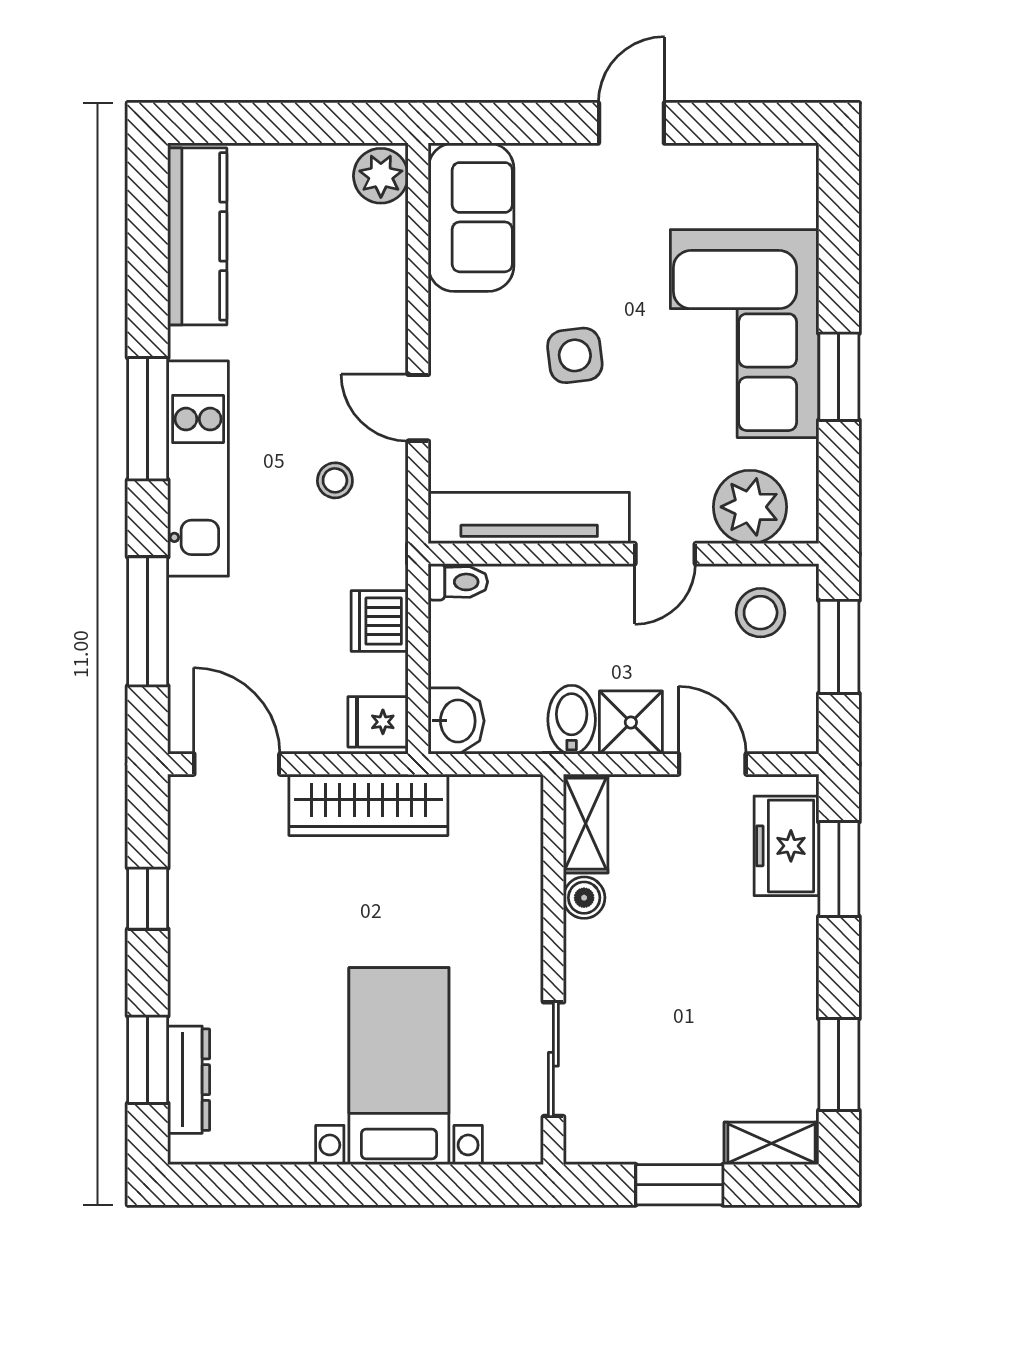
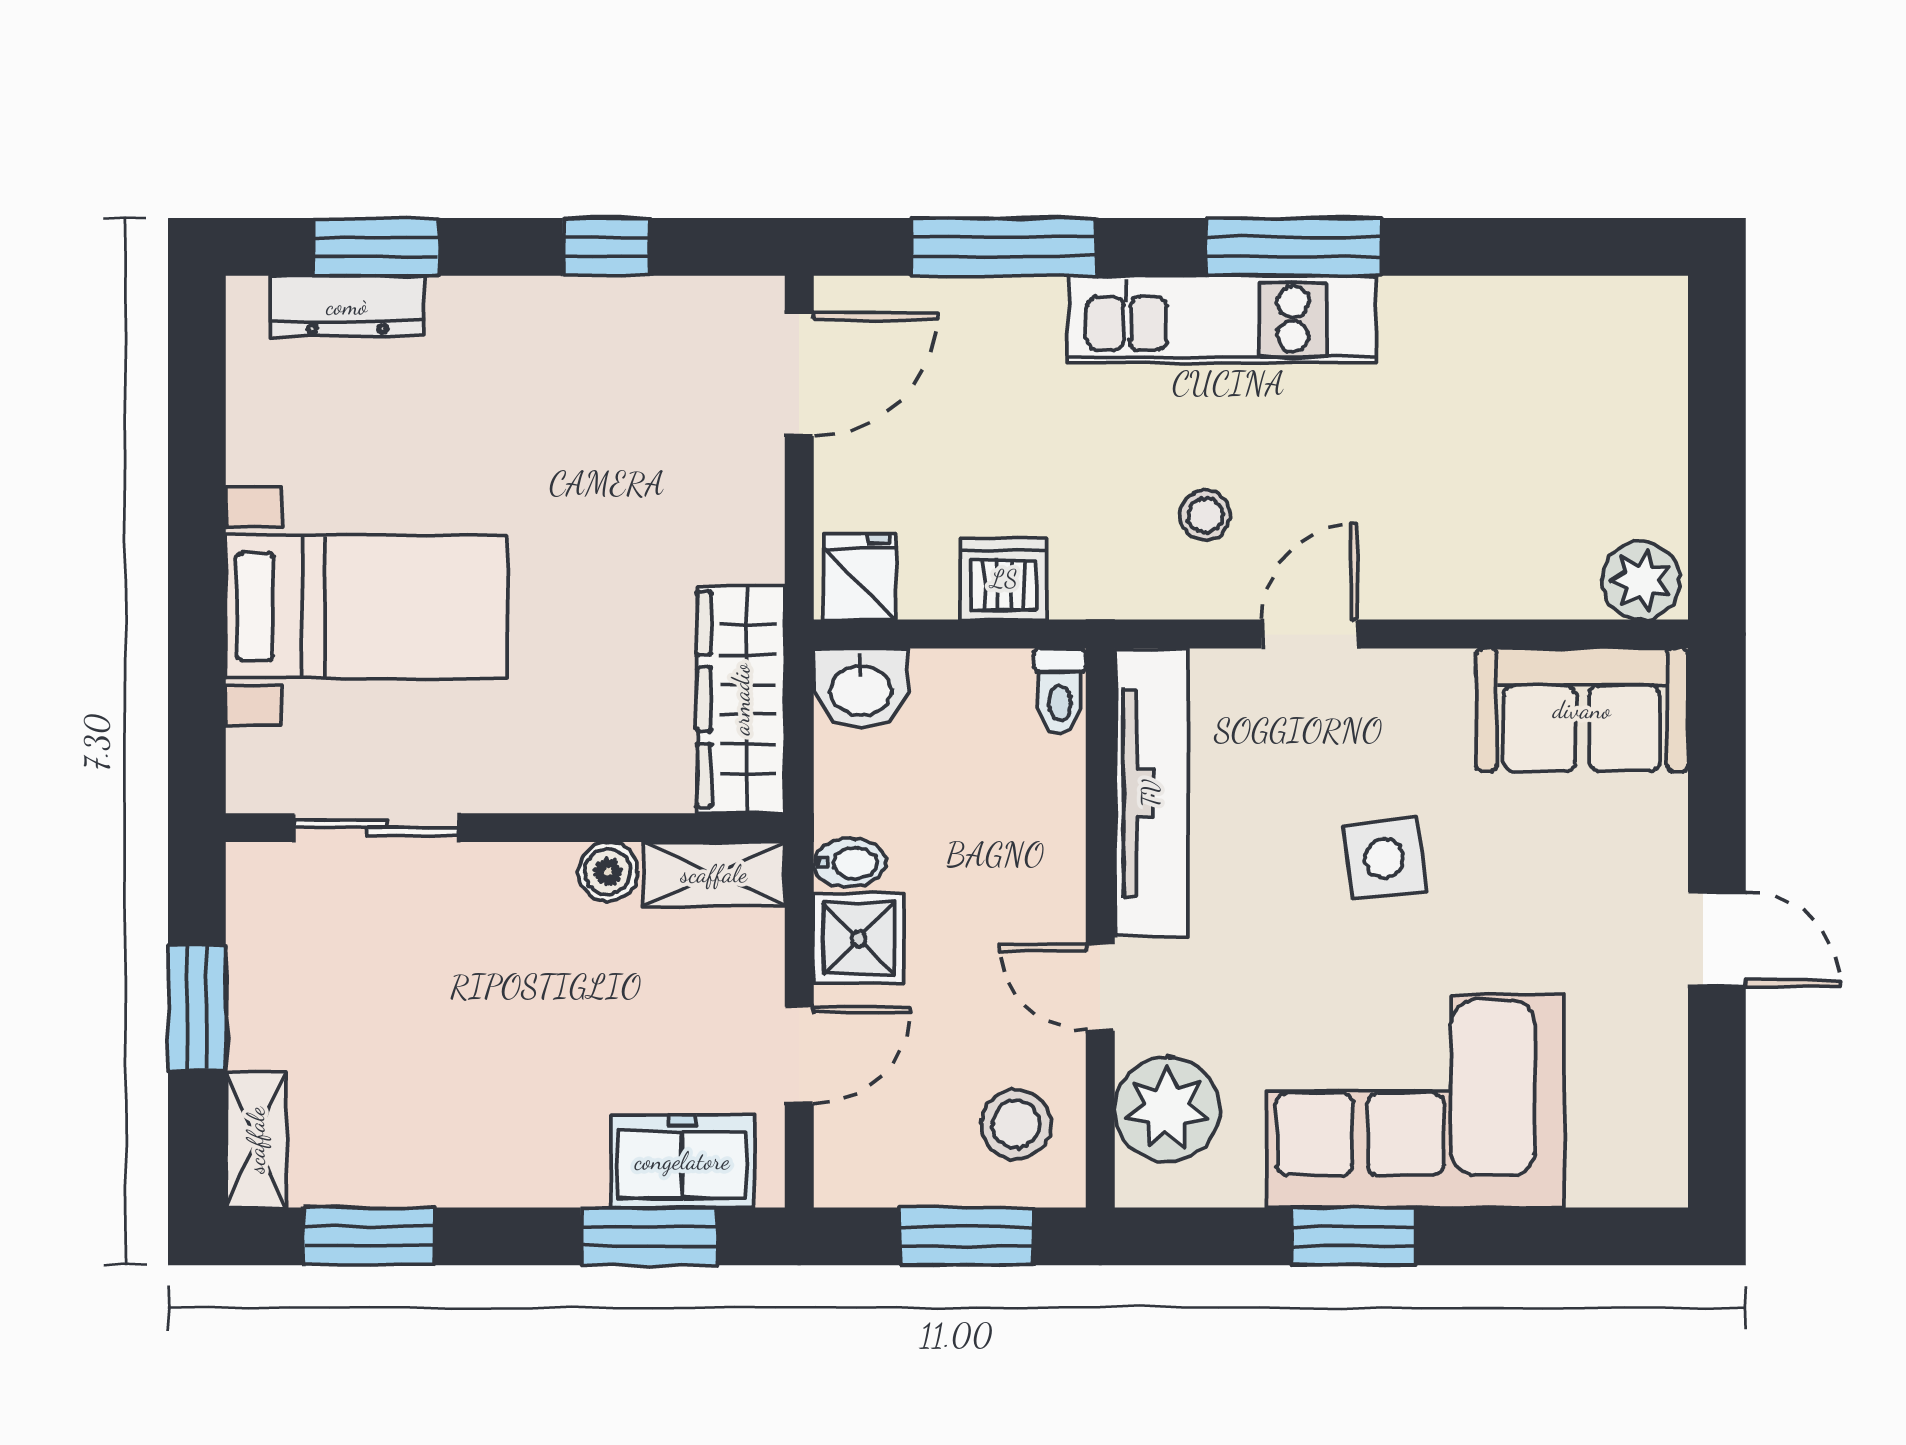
kitchen counter: (197, 236) -> (1554, 318), removed
bidet: (572, 720) -> (850, 863), width x0.72, depth x0.74
wardrobe: (368, 805) -> (741, 699), moved

